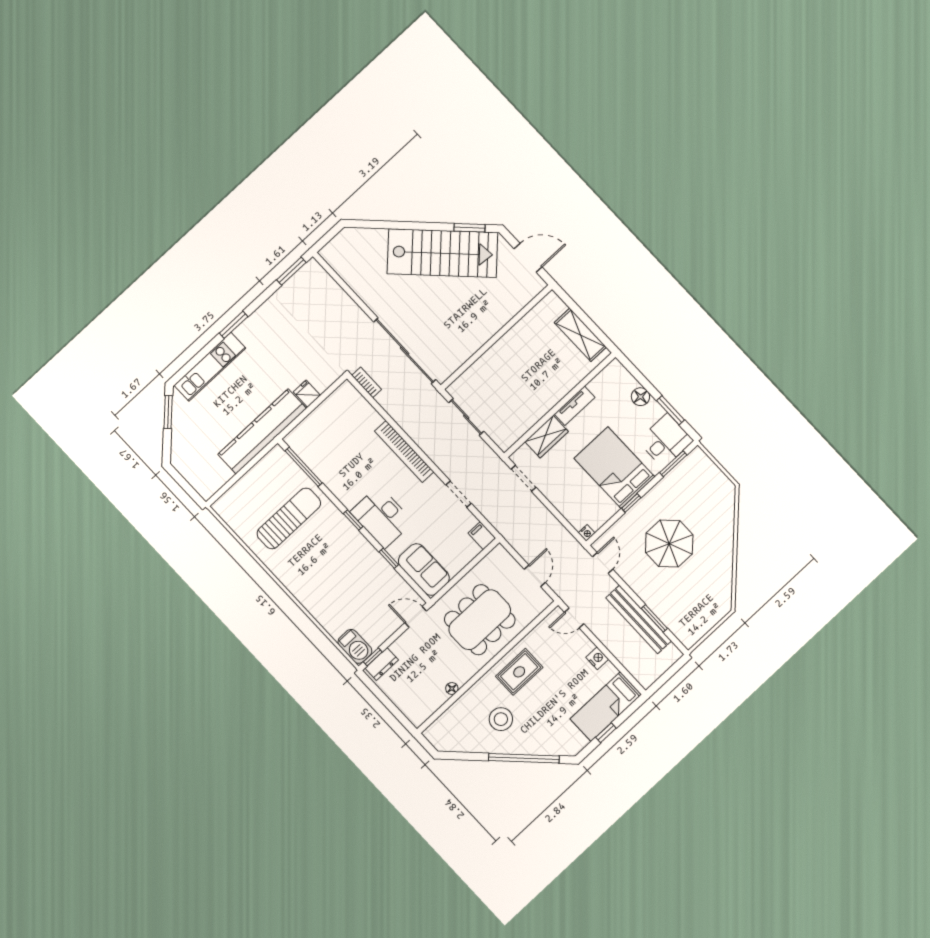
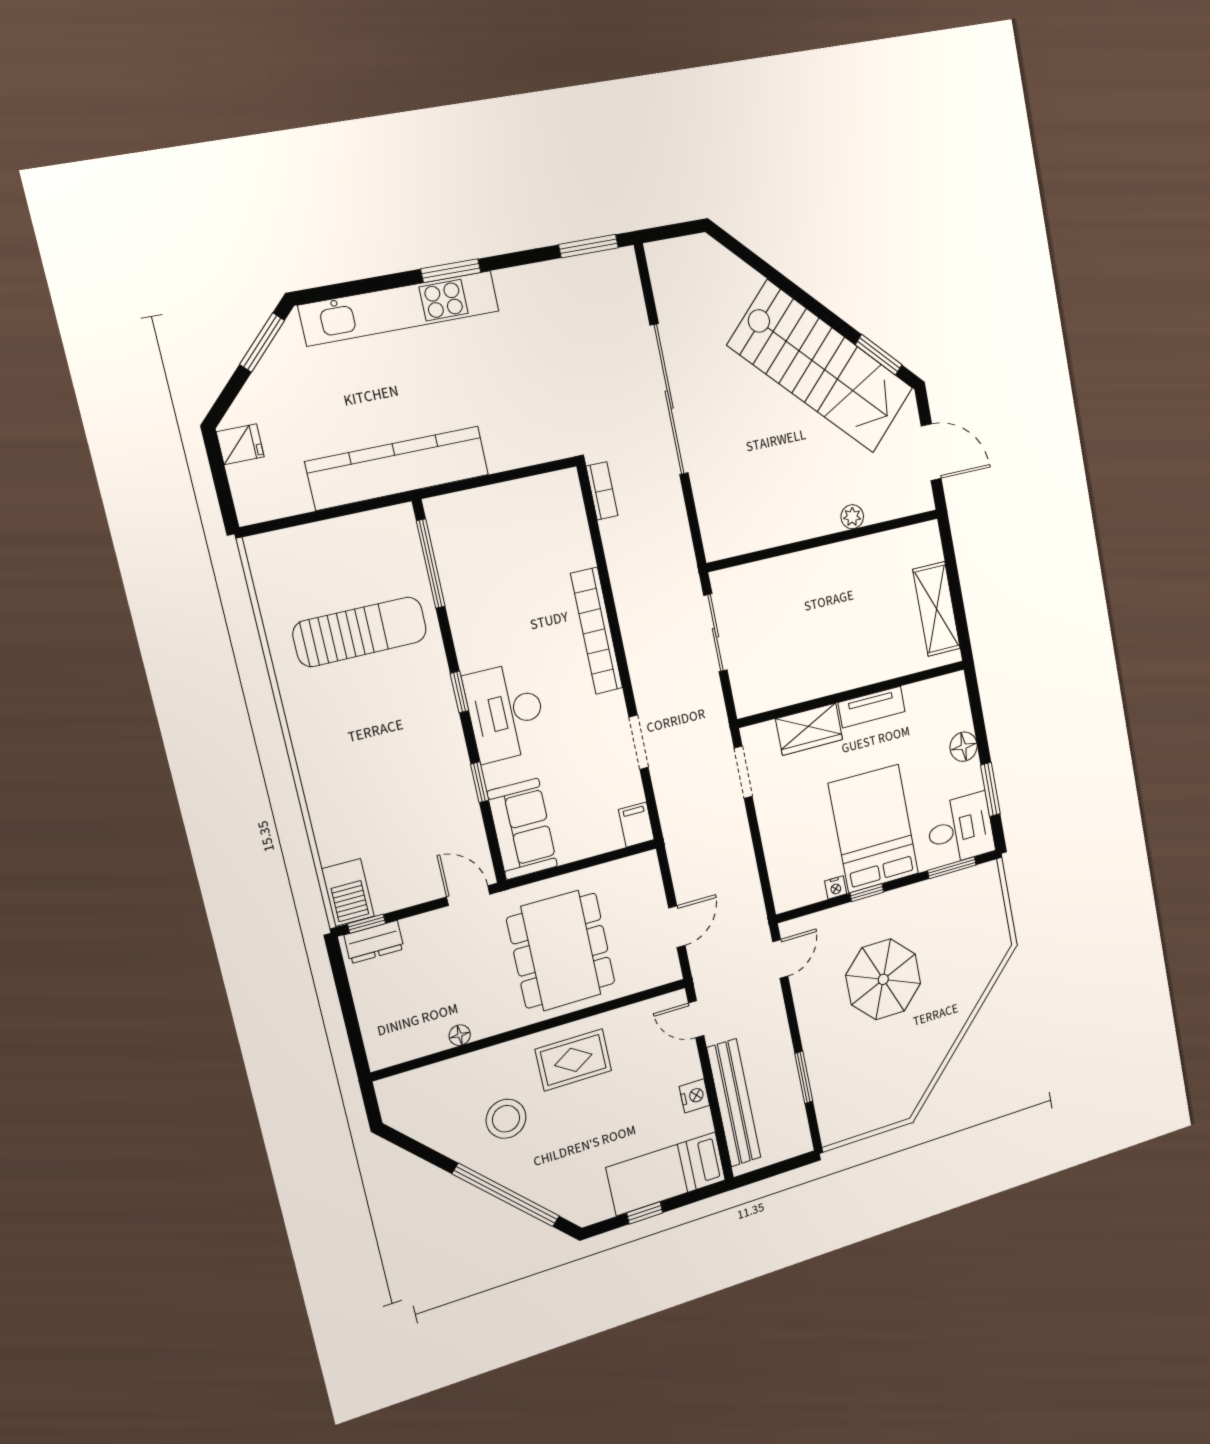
plant: (505, 316) -> (852, 517), added
sliding door: (405, 351) -> (669, 400), moved
kitchen unit: (210, 367) -> (400, 308), width x1.36
fridge: (307, 394) -> (240, 444), moved, turned 90
nightstand: (587, 533) -> (836, 887), moved
bench: (639, 619) -> (734, 1103), moved
dining table: (480, 620) -> (561, 951), turned 90

